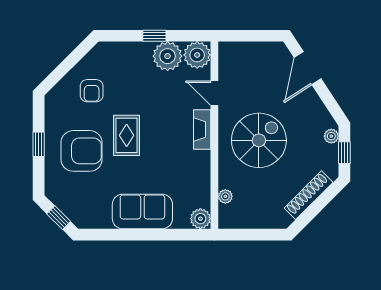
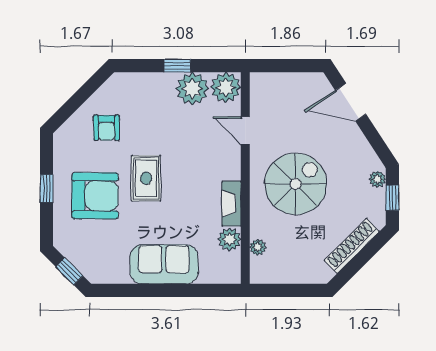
door: (308, 68) -> (351, 102), hinge flipped
fireplace: (202, 130) -> (231, 204), moved
plant: (200, 219) -> (230, 239), moved

